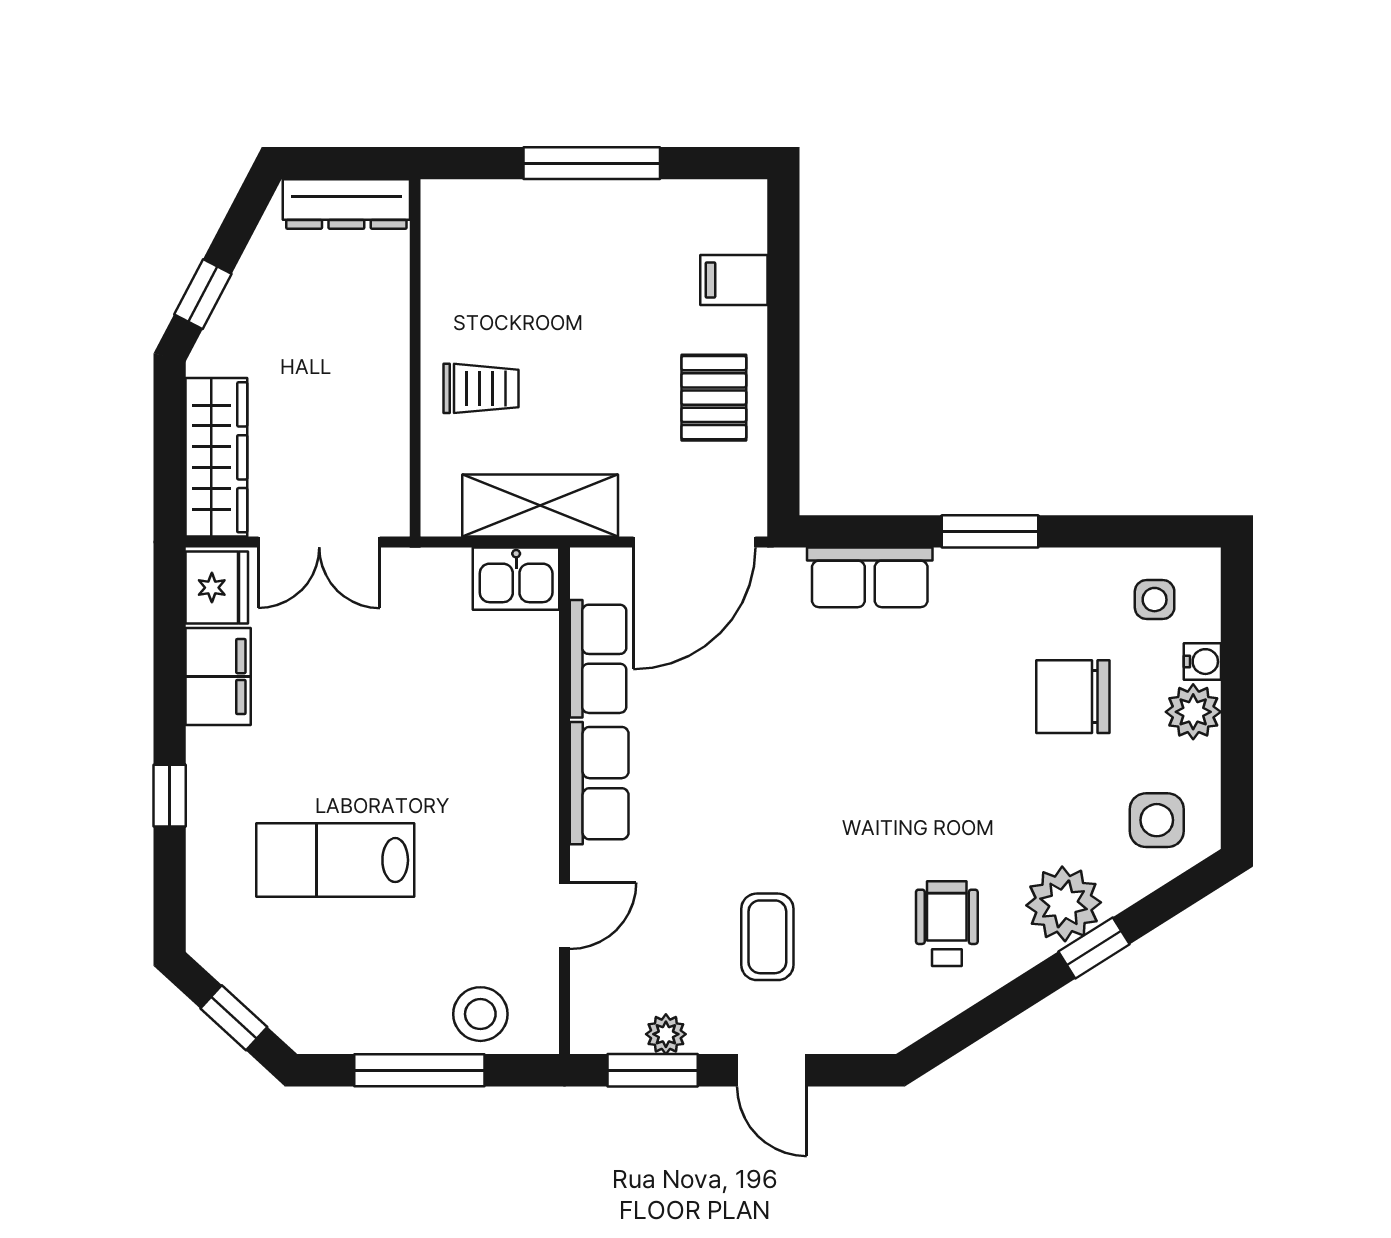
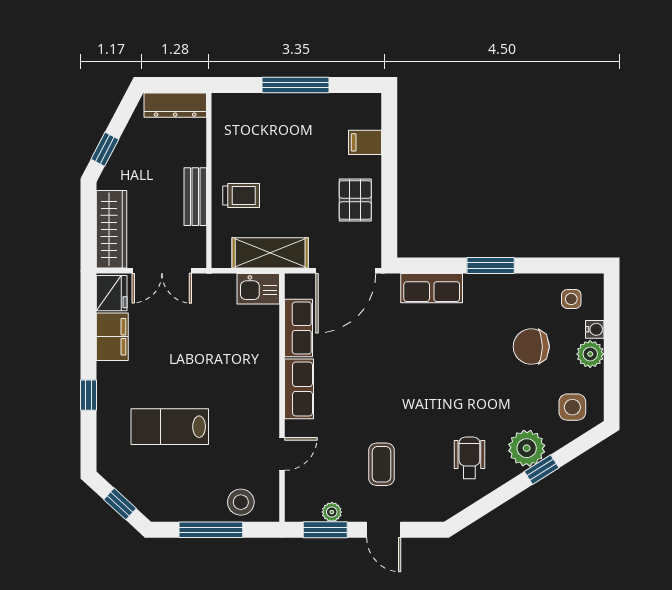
bench: (387, 391) -> (195, 197), added

